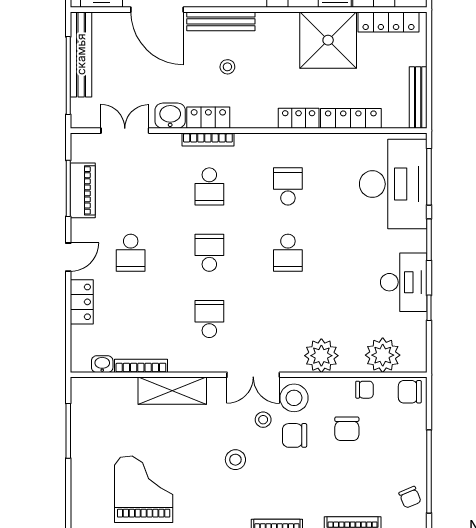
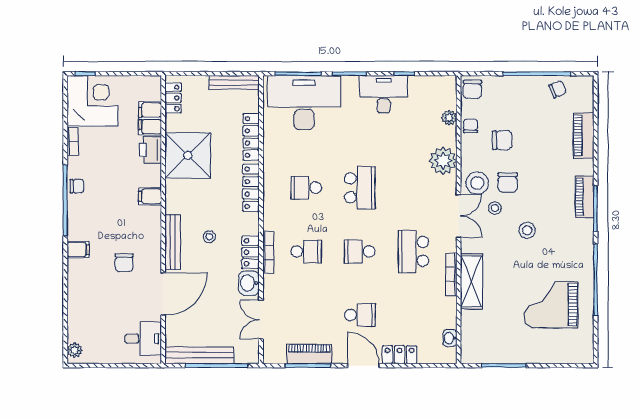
locker: (388, 22) -> (173, 98), width x0.66
locker: (299, 118) -> (251, 188), width x1.53
school desk: (288, 253) -> (360, 188), width x1.85
door: (68, 257) -> (363, 366), width x1.38
school desk: (209, 319) -> (413, 251), width x1.85
plant: (383, 355) -> (449, 118), width x0.53, depth x0.53
bookcase: (141, 366) -> (451, 275), moved

